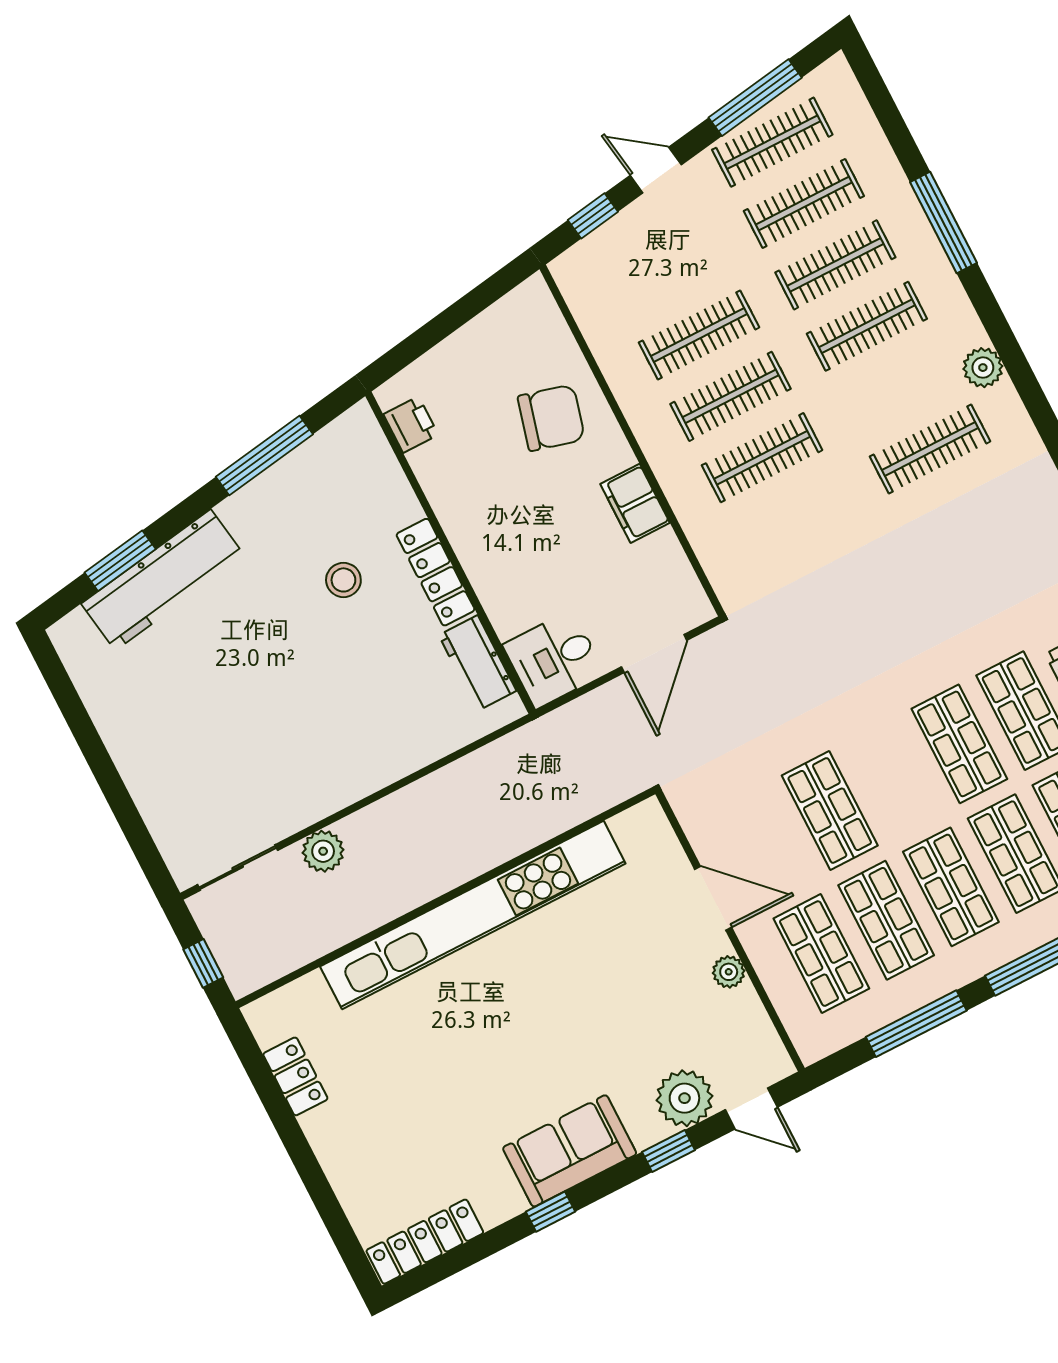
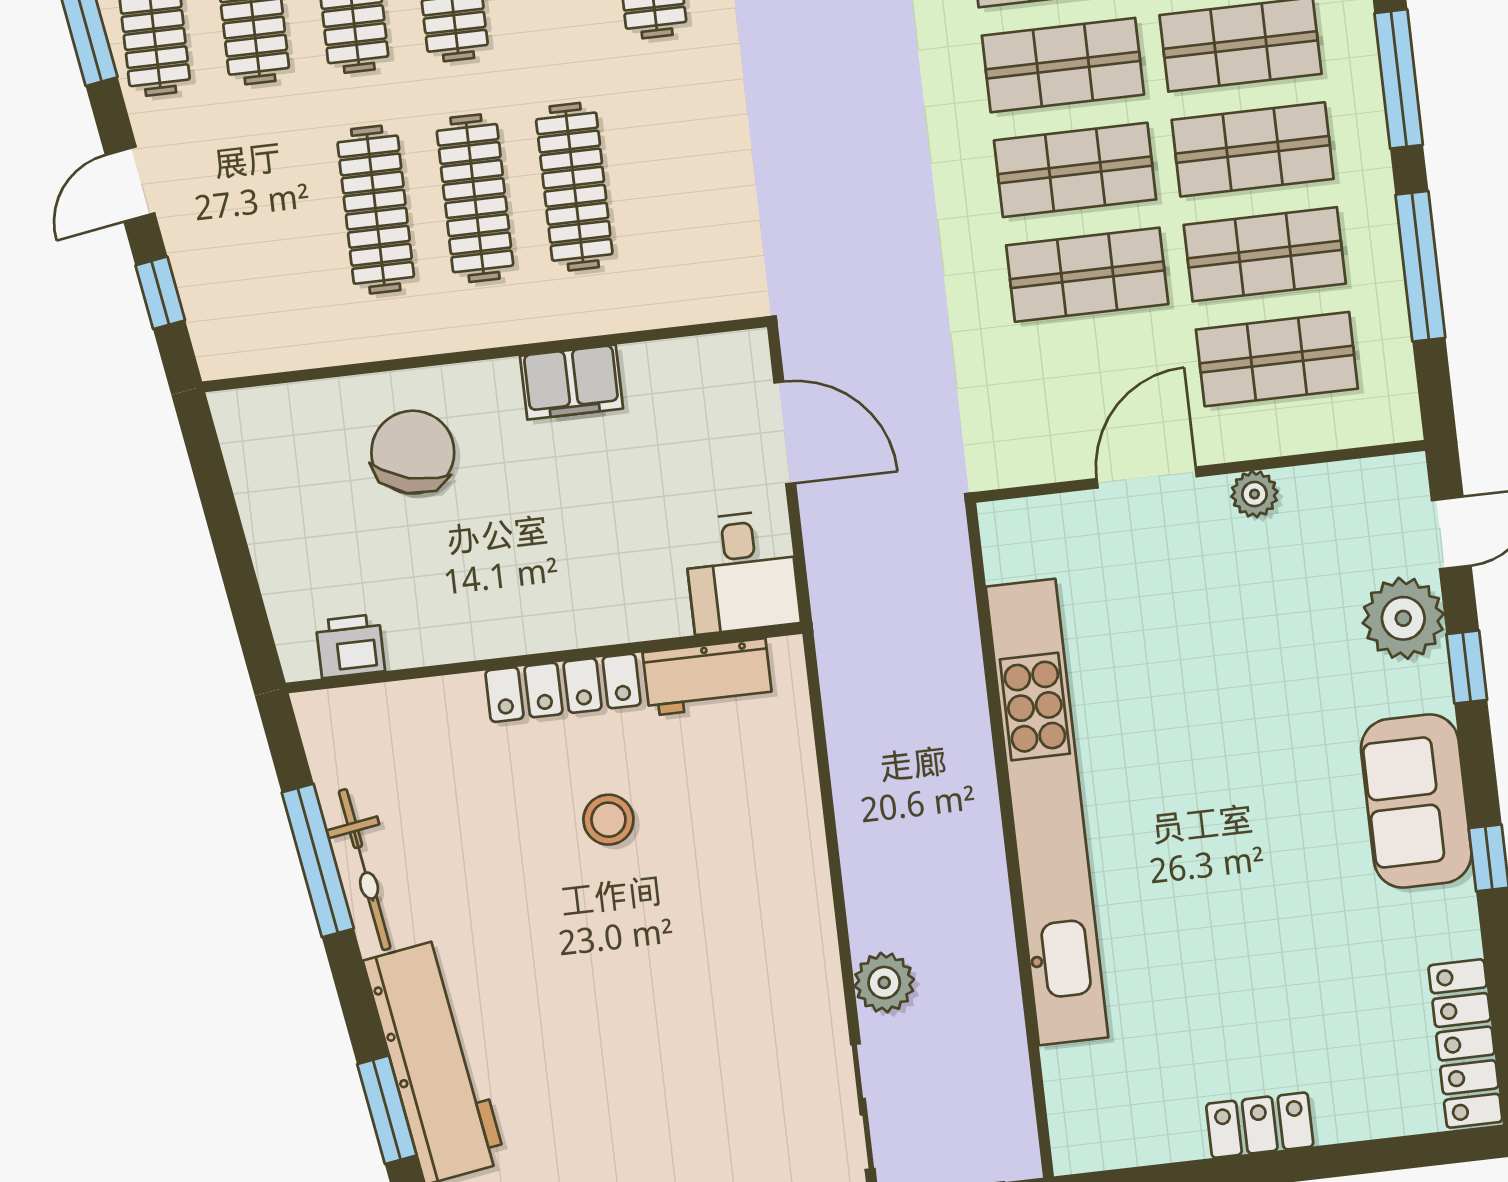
bicycle: (270, 488) -> (365, 870), added
stool: (343, 580) -> (608, 820), moved
shop shelf: (895, 777) -> (1075, 170), added
locker: (295, 1076) -> (1260, 1125), moved

